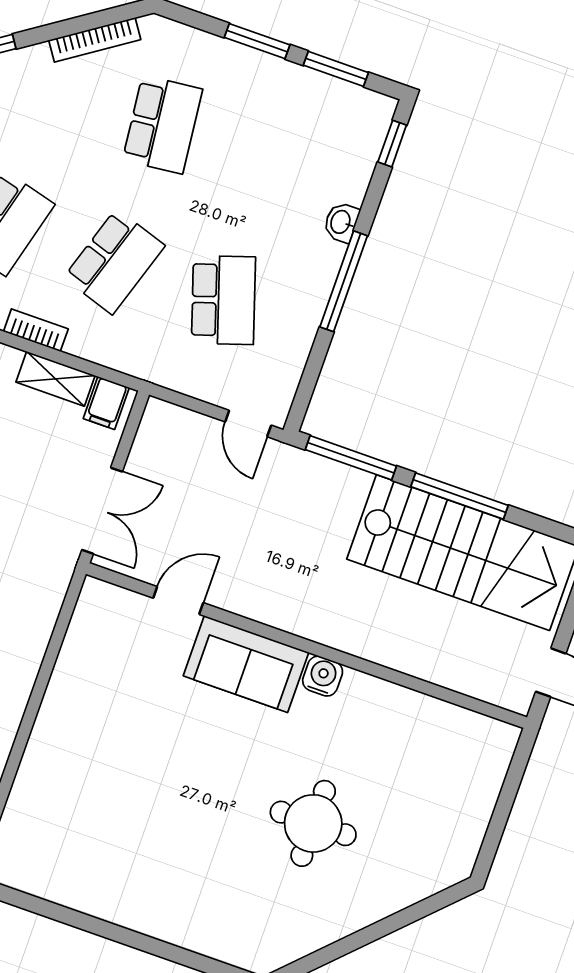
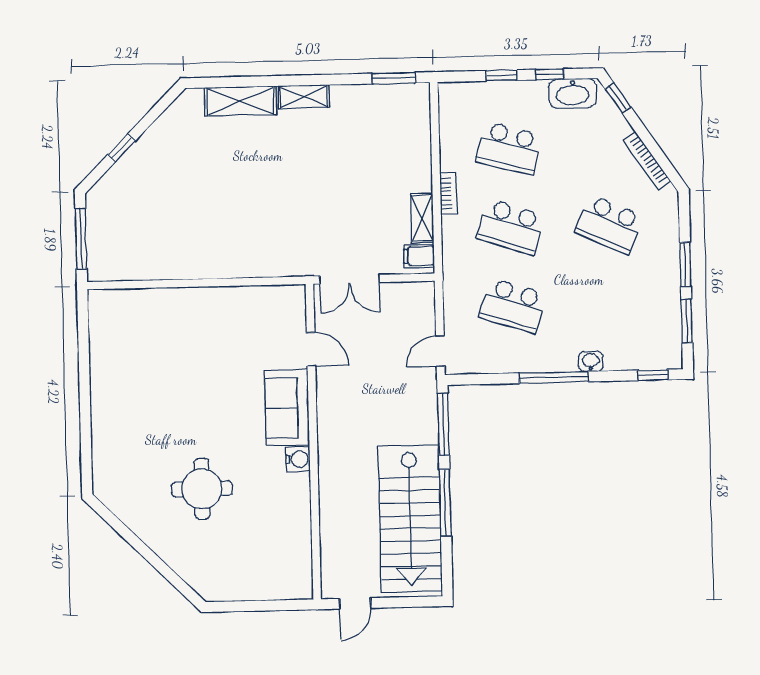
school desk: (163, 125) -> (610, 224), turned 30
school desk: (223, 300) -> (513, 306), turned 36

